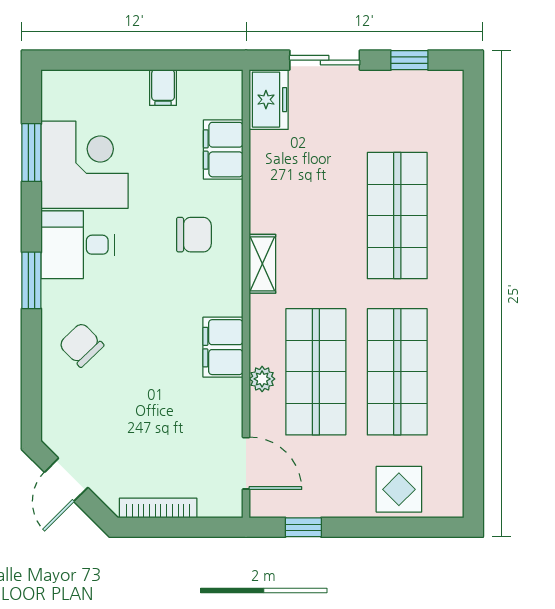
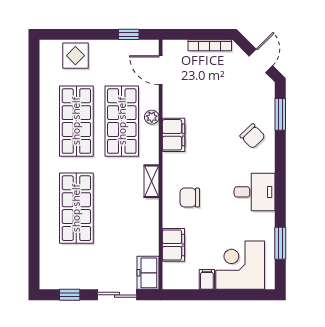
corner desk: (85, 165) -> (240, 265), moved, turned 90
window: (31, 280) -> (280, 114), moved

